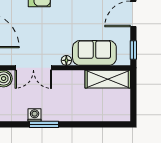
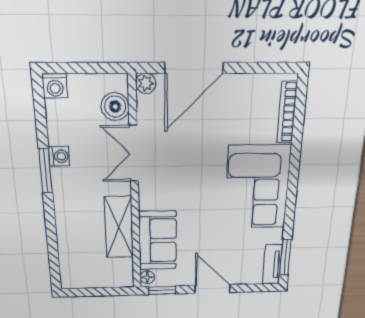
floor lamp: (66, 60) -> (147, 277), moved
shelving: (108, 79) -> (119, 227), moved

